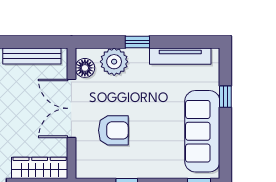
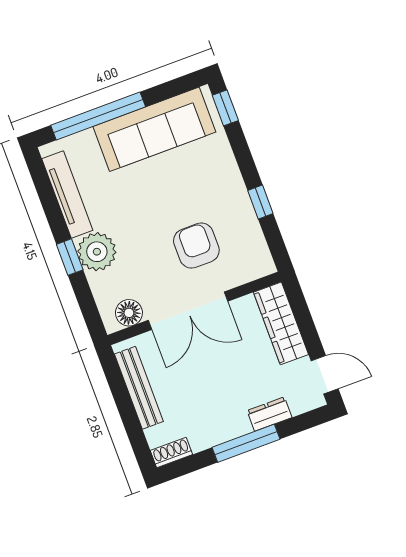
plant: (114, 62) -> (97, 252), moved
window: (225, 97) -> (98, 116), width x3.17

